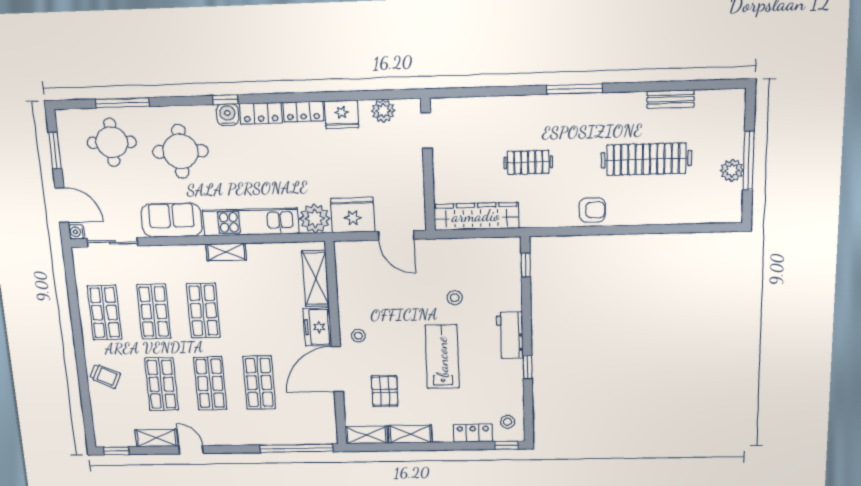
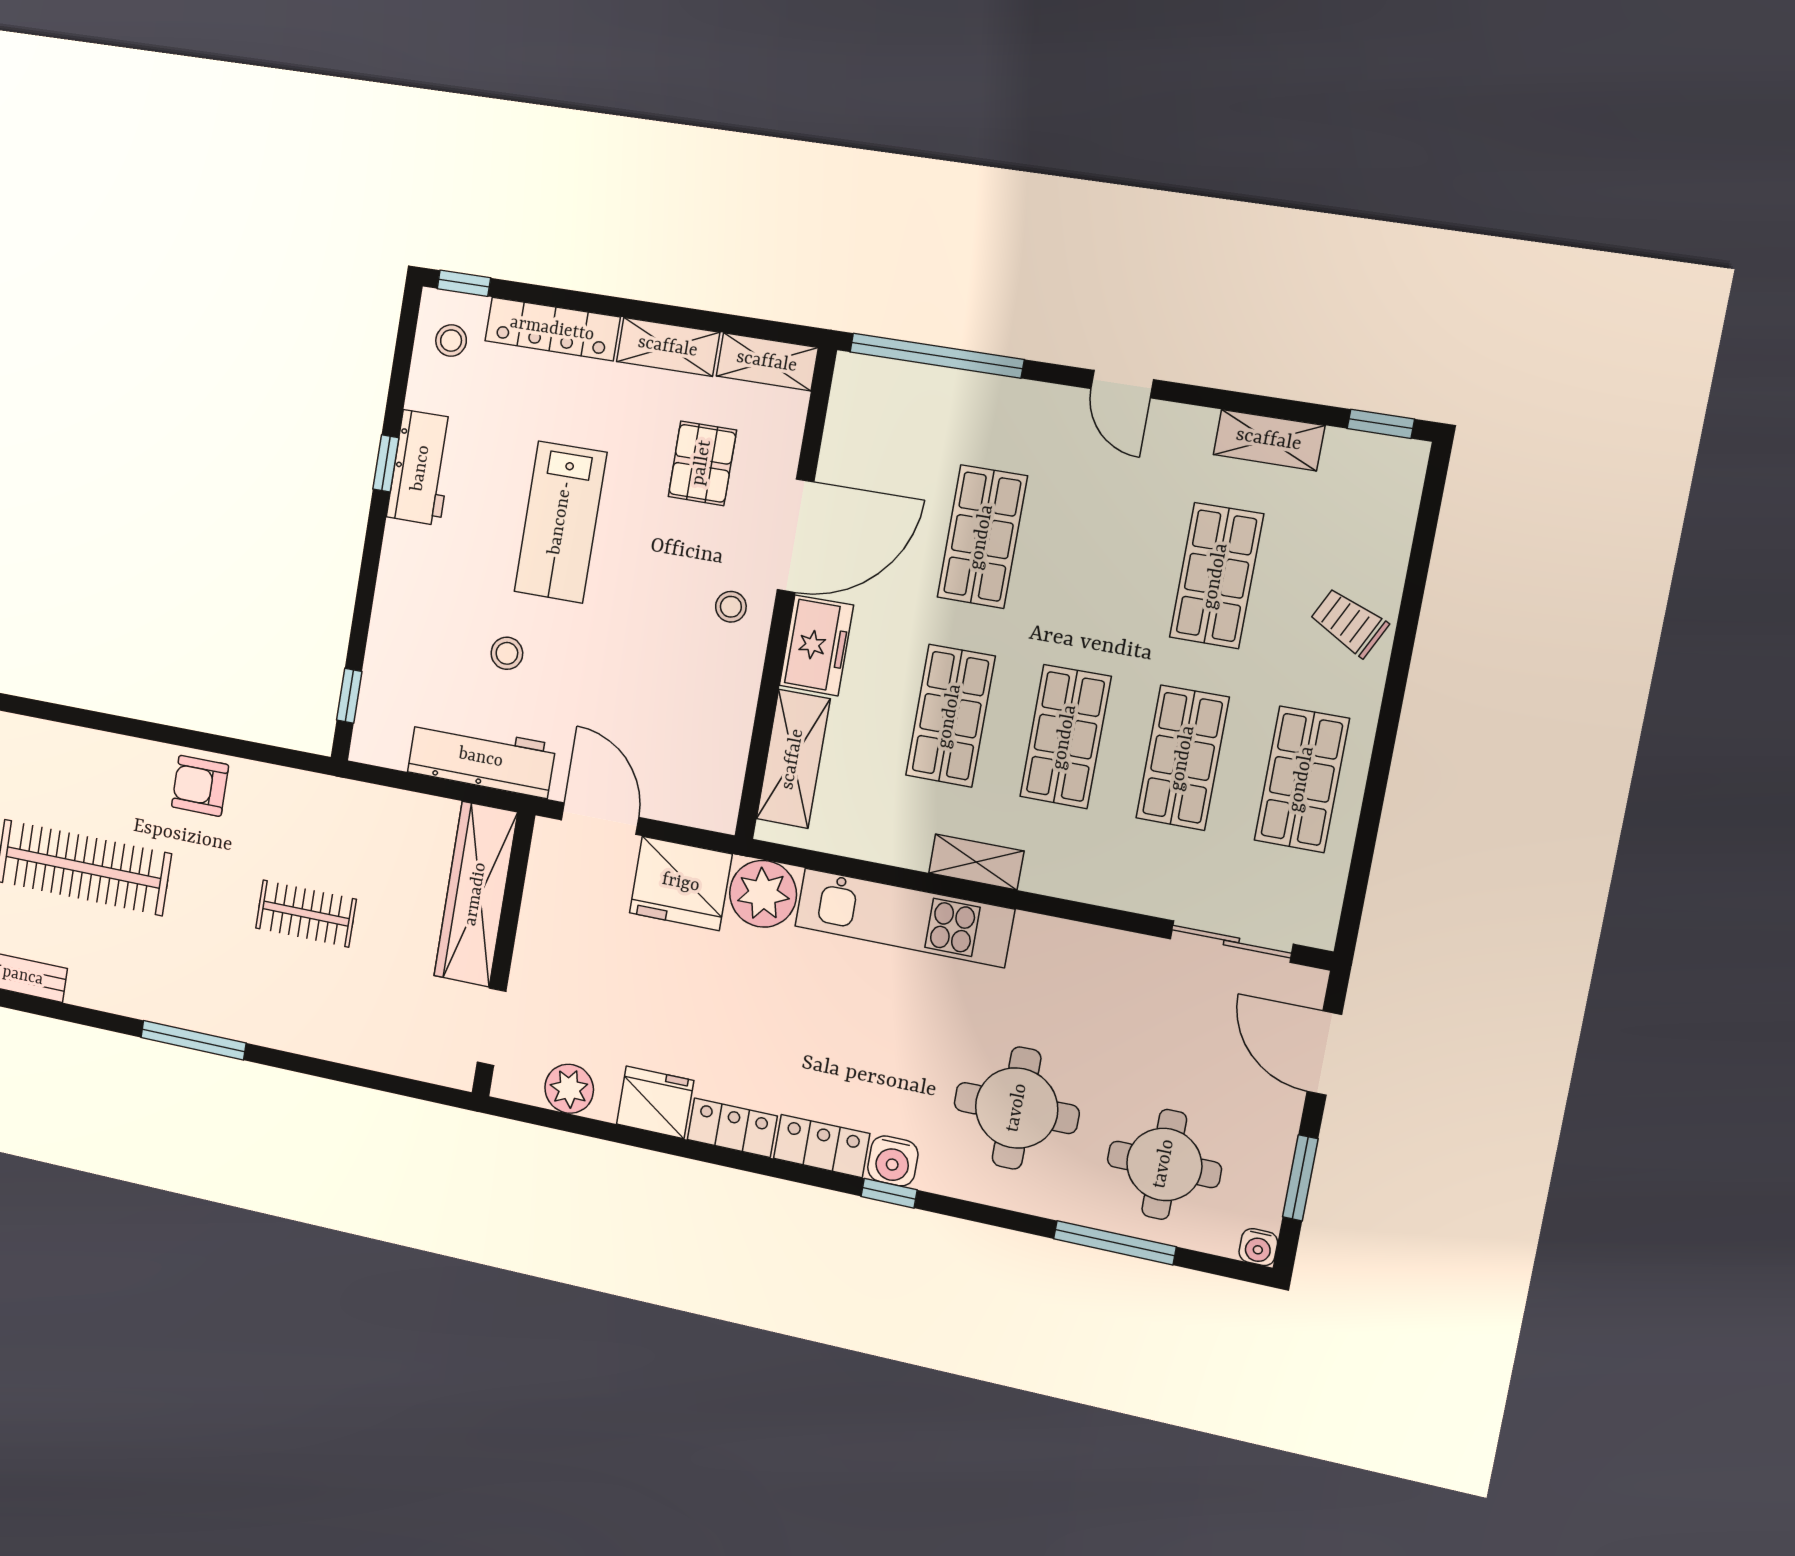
wardrobe: (476, 216) -> (476, 894), moved, turned 90
sofa: (172, 220) -> (1080, 961), removed
water cooler: (77, 232) -> (1258, 1247), moved, turned 90
workbench: (457, 250) -> (481, 758), added
workbench: (510, 335) -> (421, 468), moved
shop shelf: (210, 383) -> (950, 716), moved
locker: (473, 433) -> (552, 329), width x1.53
door: (191, 450) -> (1122, 384), moved

